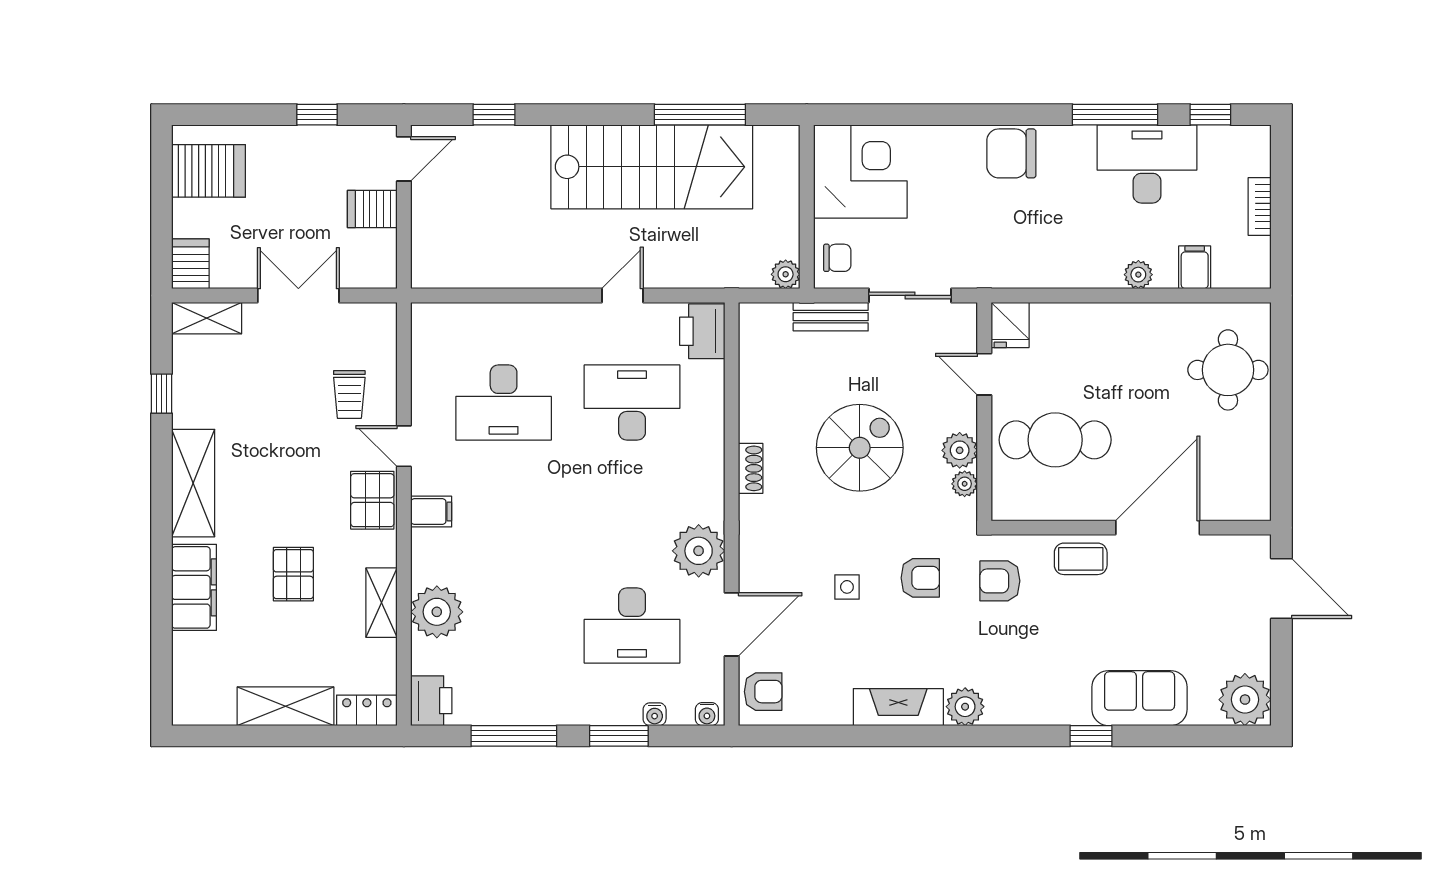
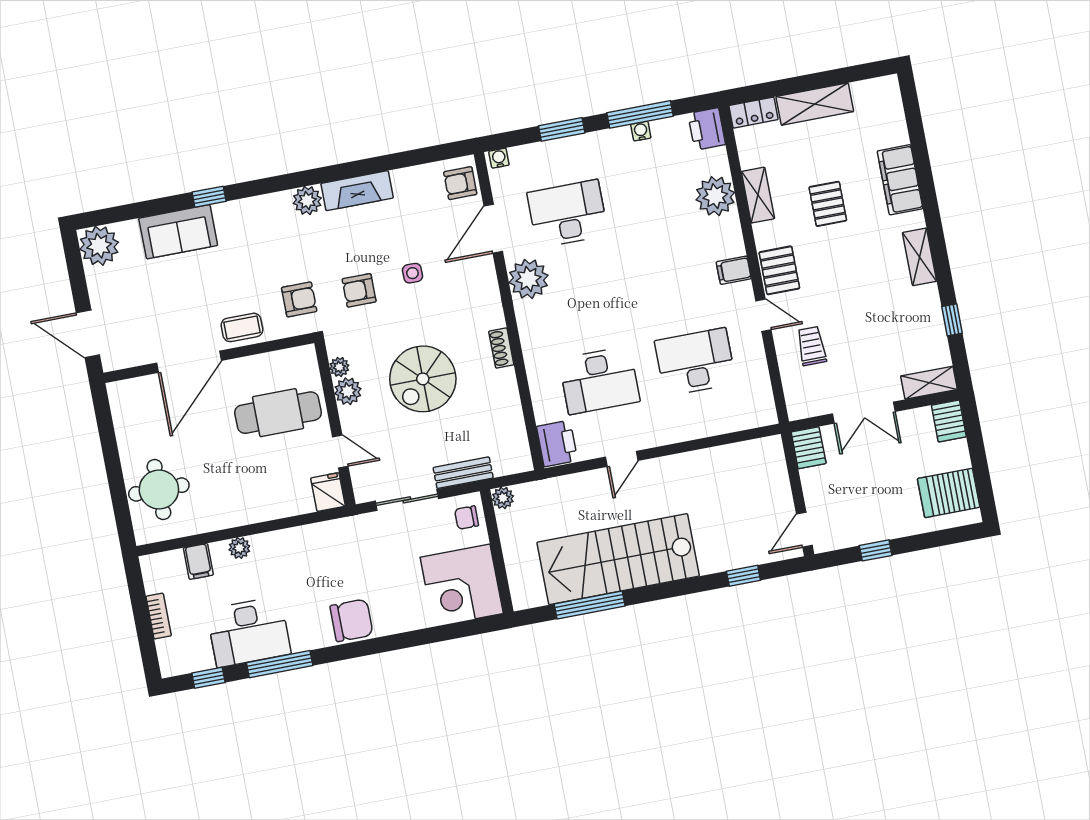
server rack: (372, 209) -> (809, 448), moved, turned 90
shelving: (193, 483) -> (920, 257), width x0.67, depth x0.75
water cooler: (655, 714) -> (641, 131), moved

